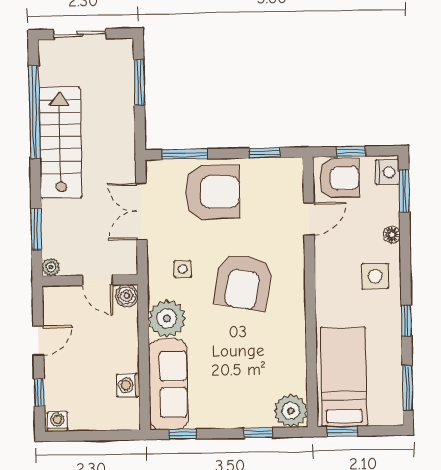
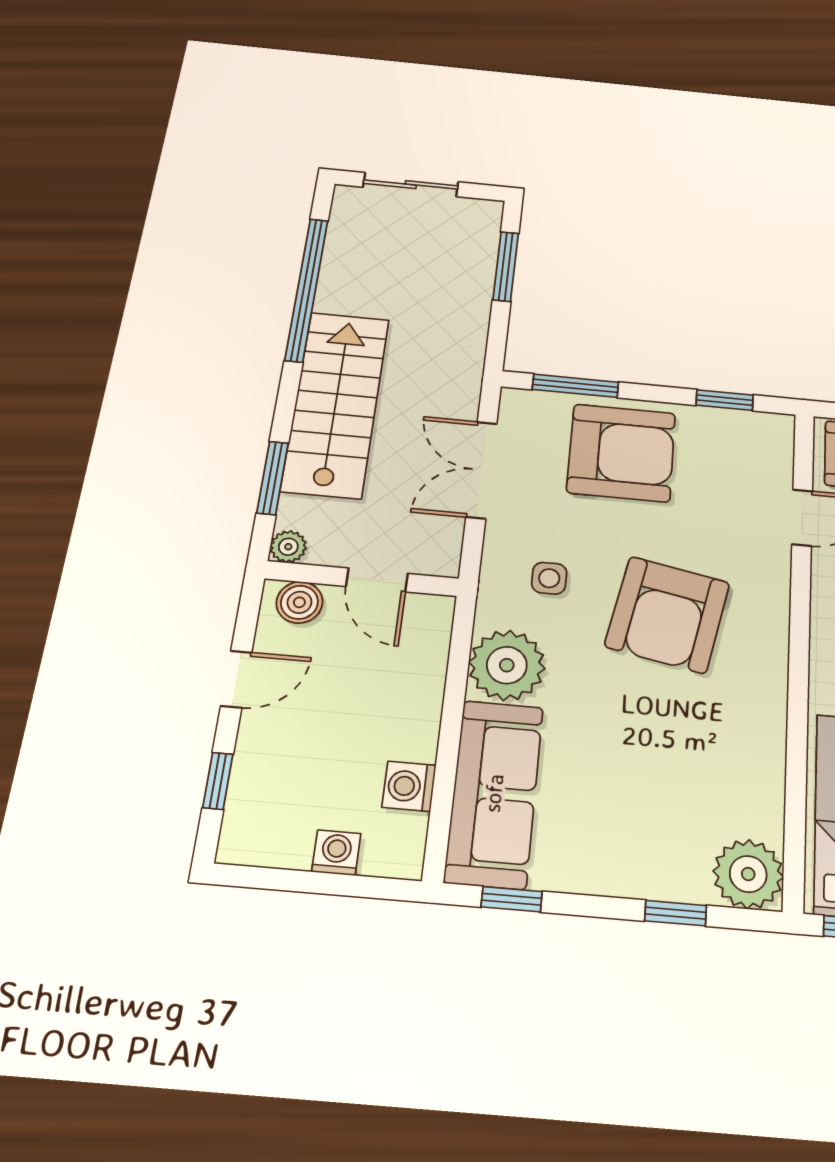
stairs: (60, 143) -> (336, 404), moved
boiler: (127, 296) -> (299, 602), moved
washing machine: (57, 422) -> (336, 853), moved

